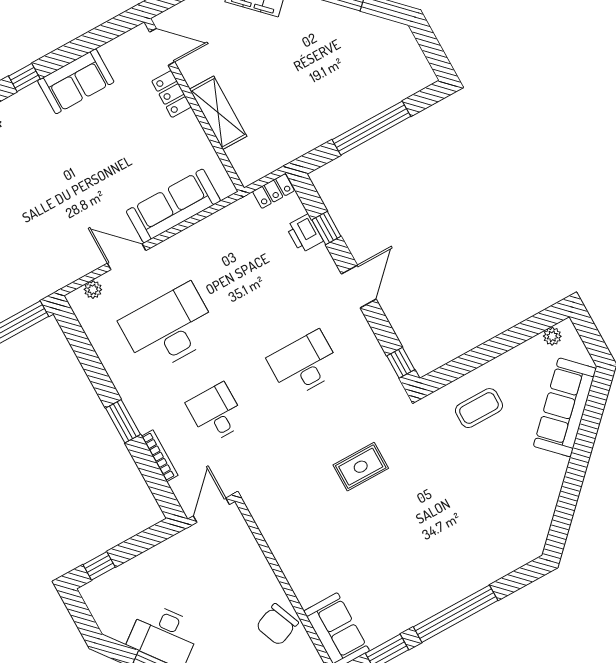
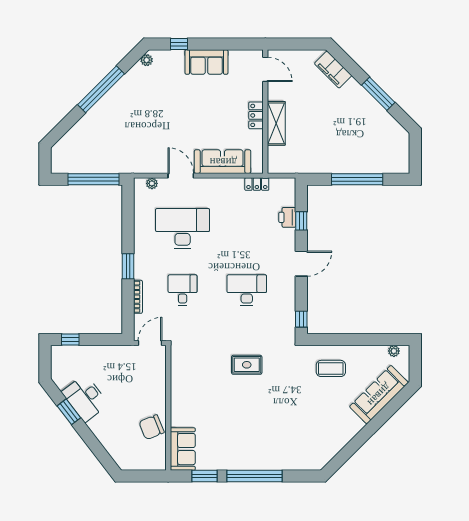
locker: (172, 94) -> (256, 115), moved
locker: (273, 191) -> (257, 184), moved

